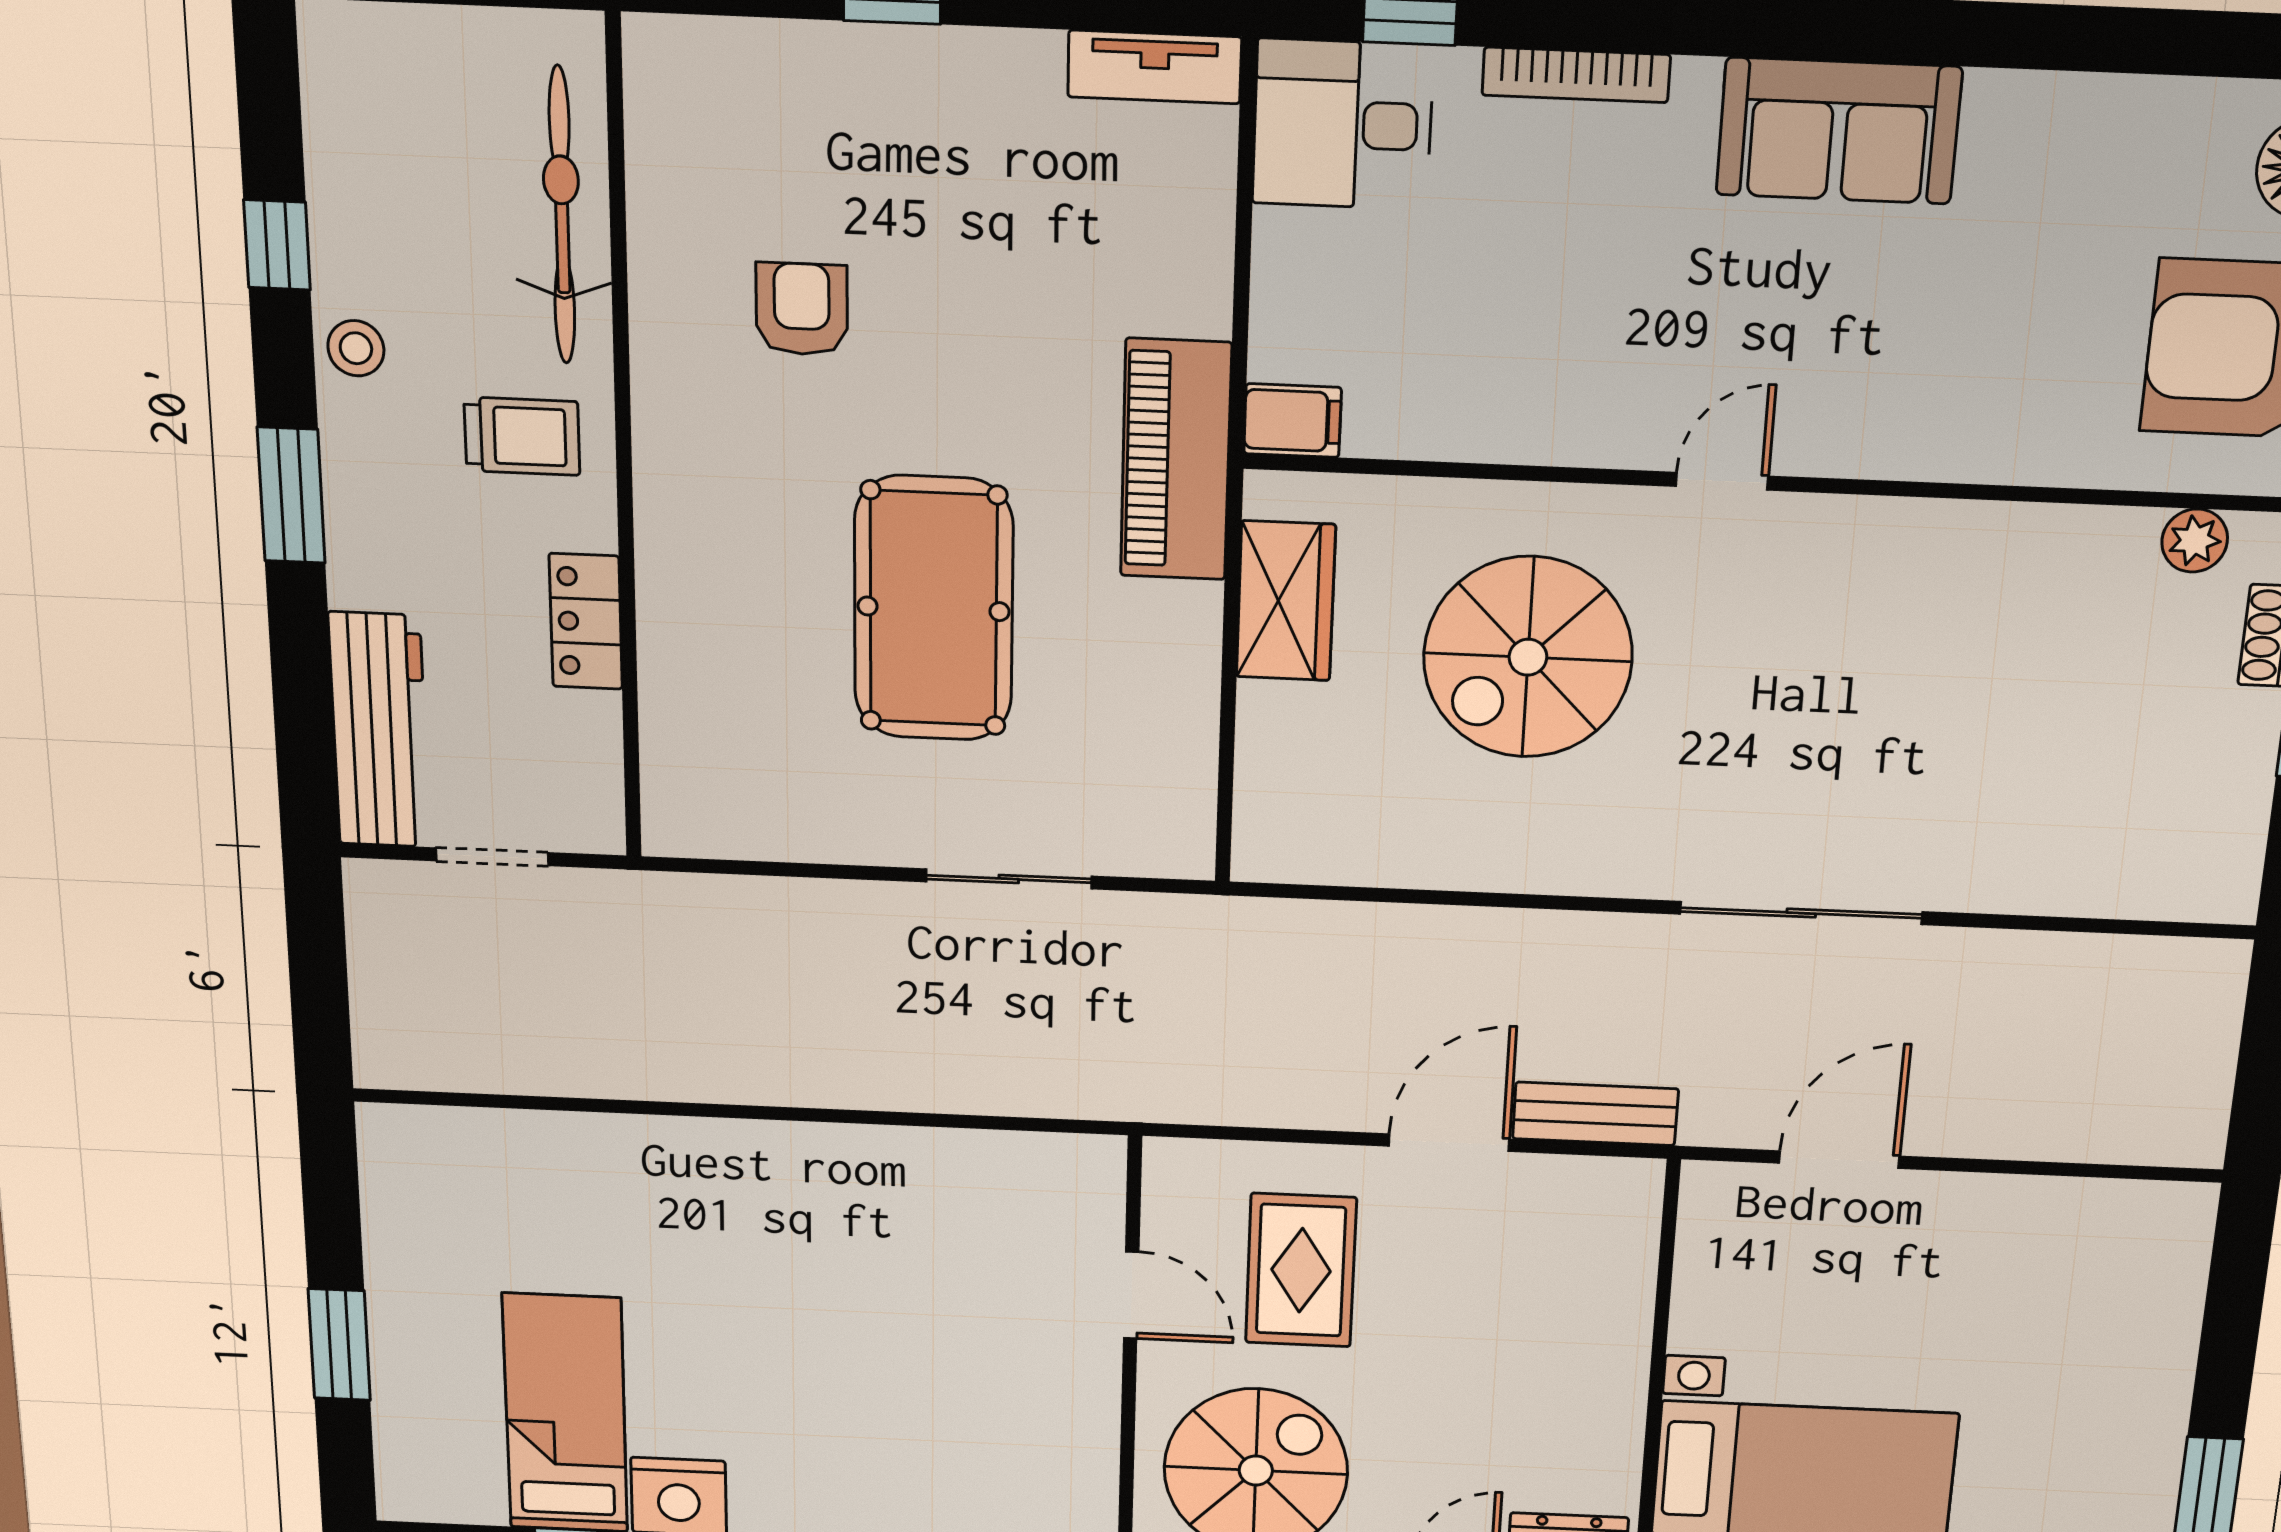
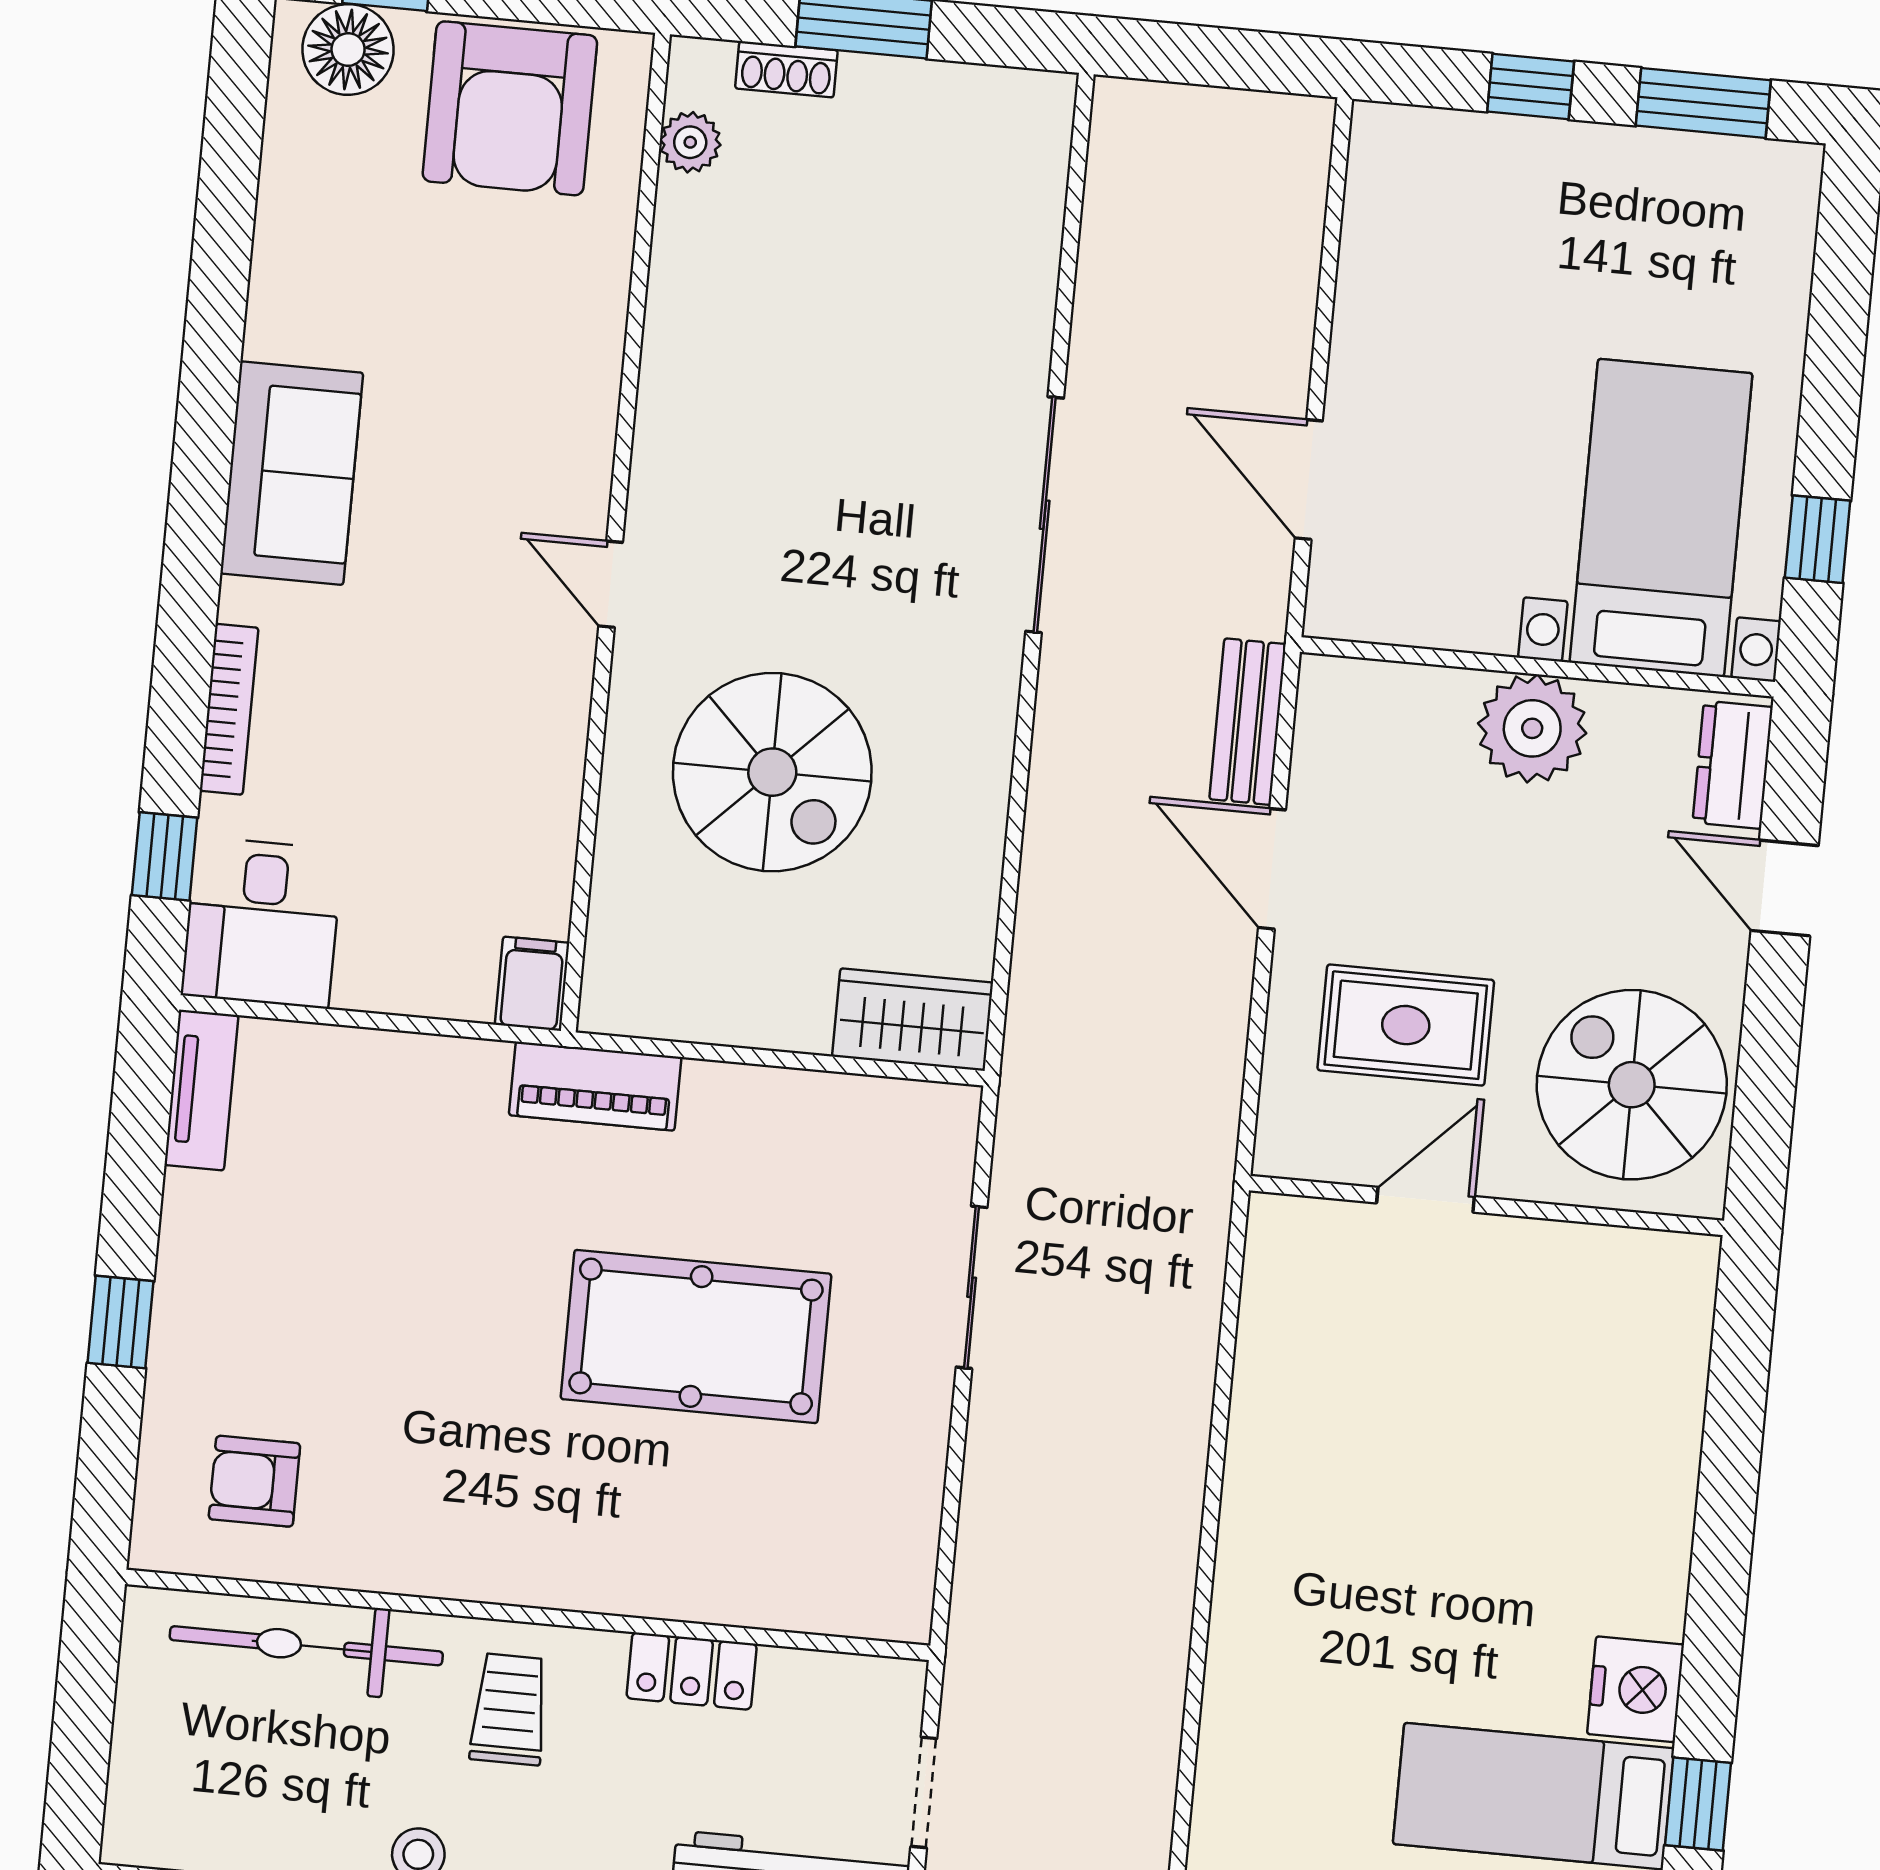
armchair: (802, 309) -> (254, 1481), moved
piano: (1176, 460) -> (595, 1086), width x0.73, depth x0.75
wardrobe: (1286, 601) -> (913, 1020), moved
window: (2229, 1343) -> (1531, 87), added
plant: (1597, 1370) -> (1532, 728), added

